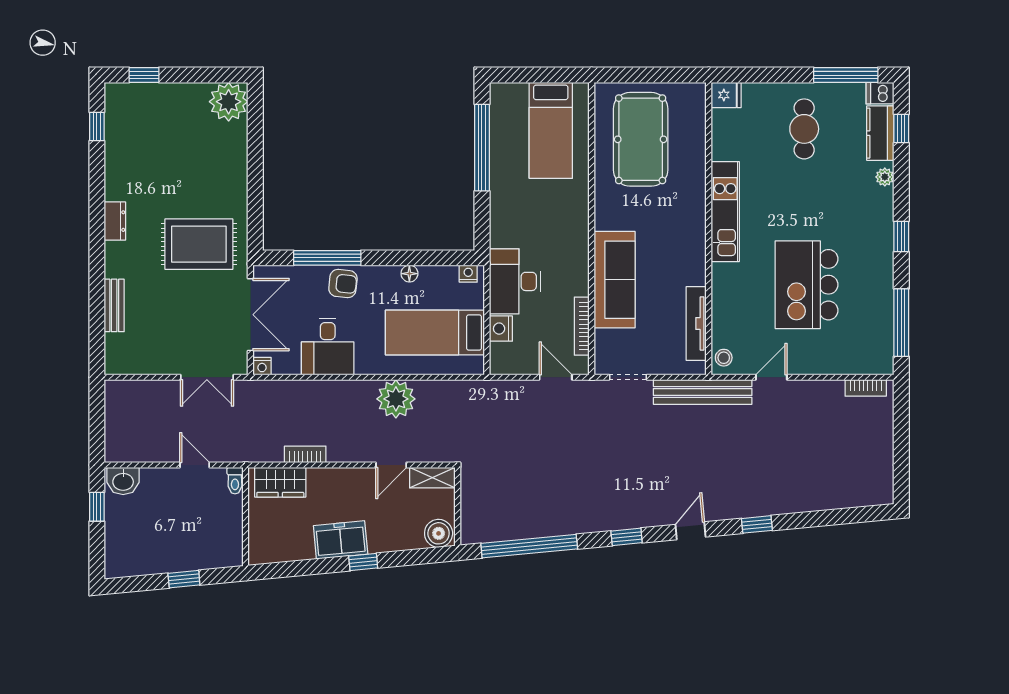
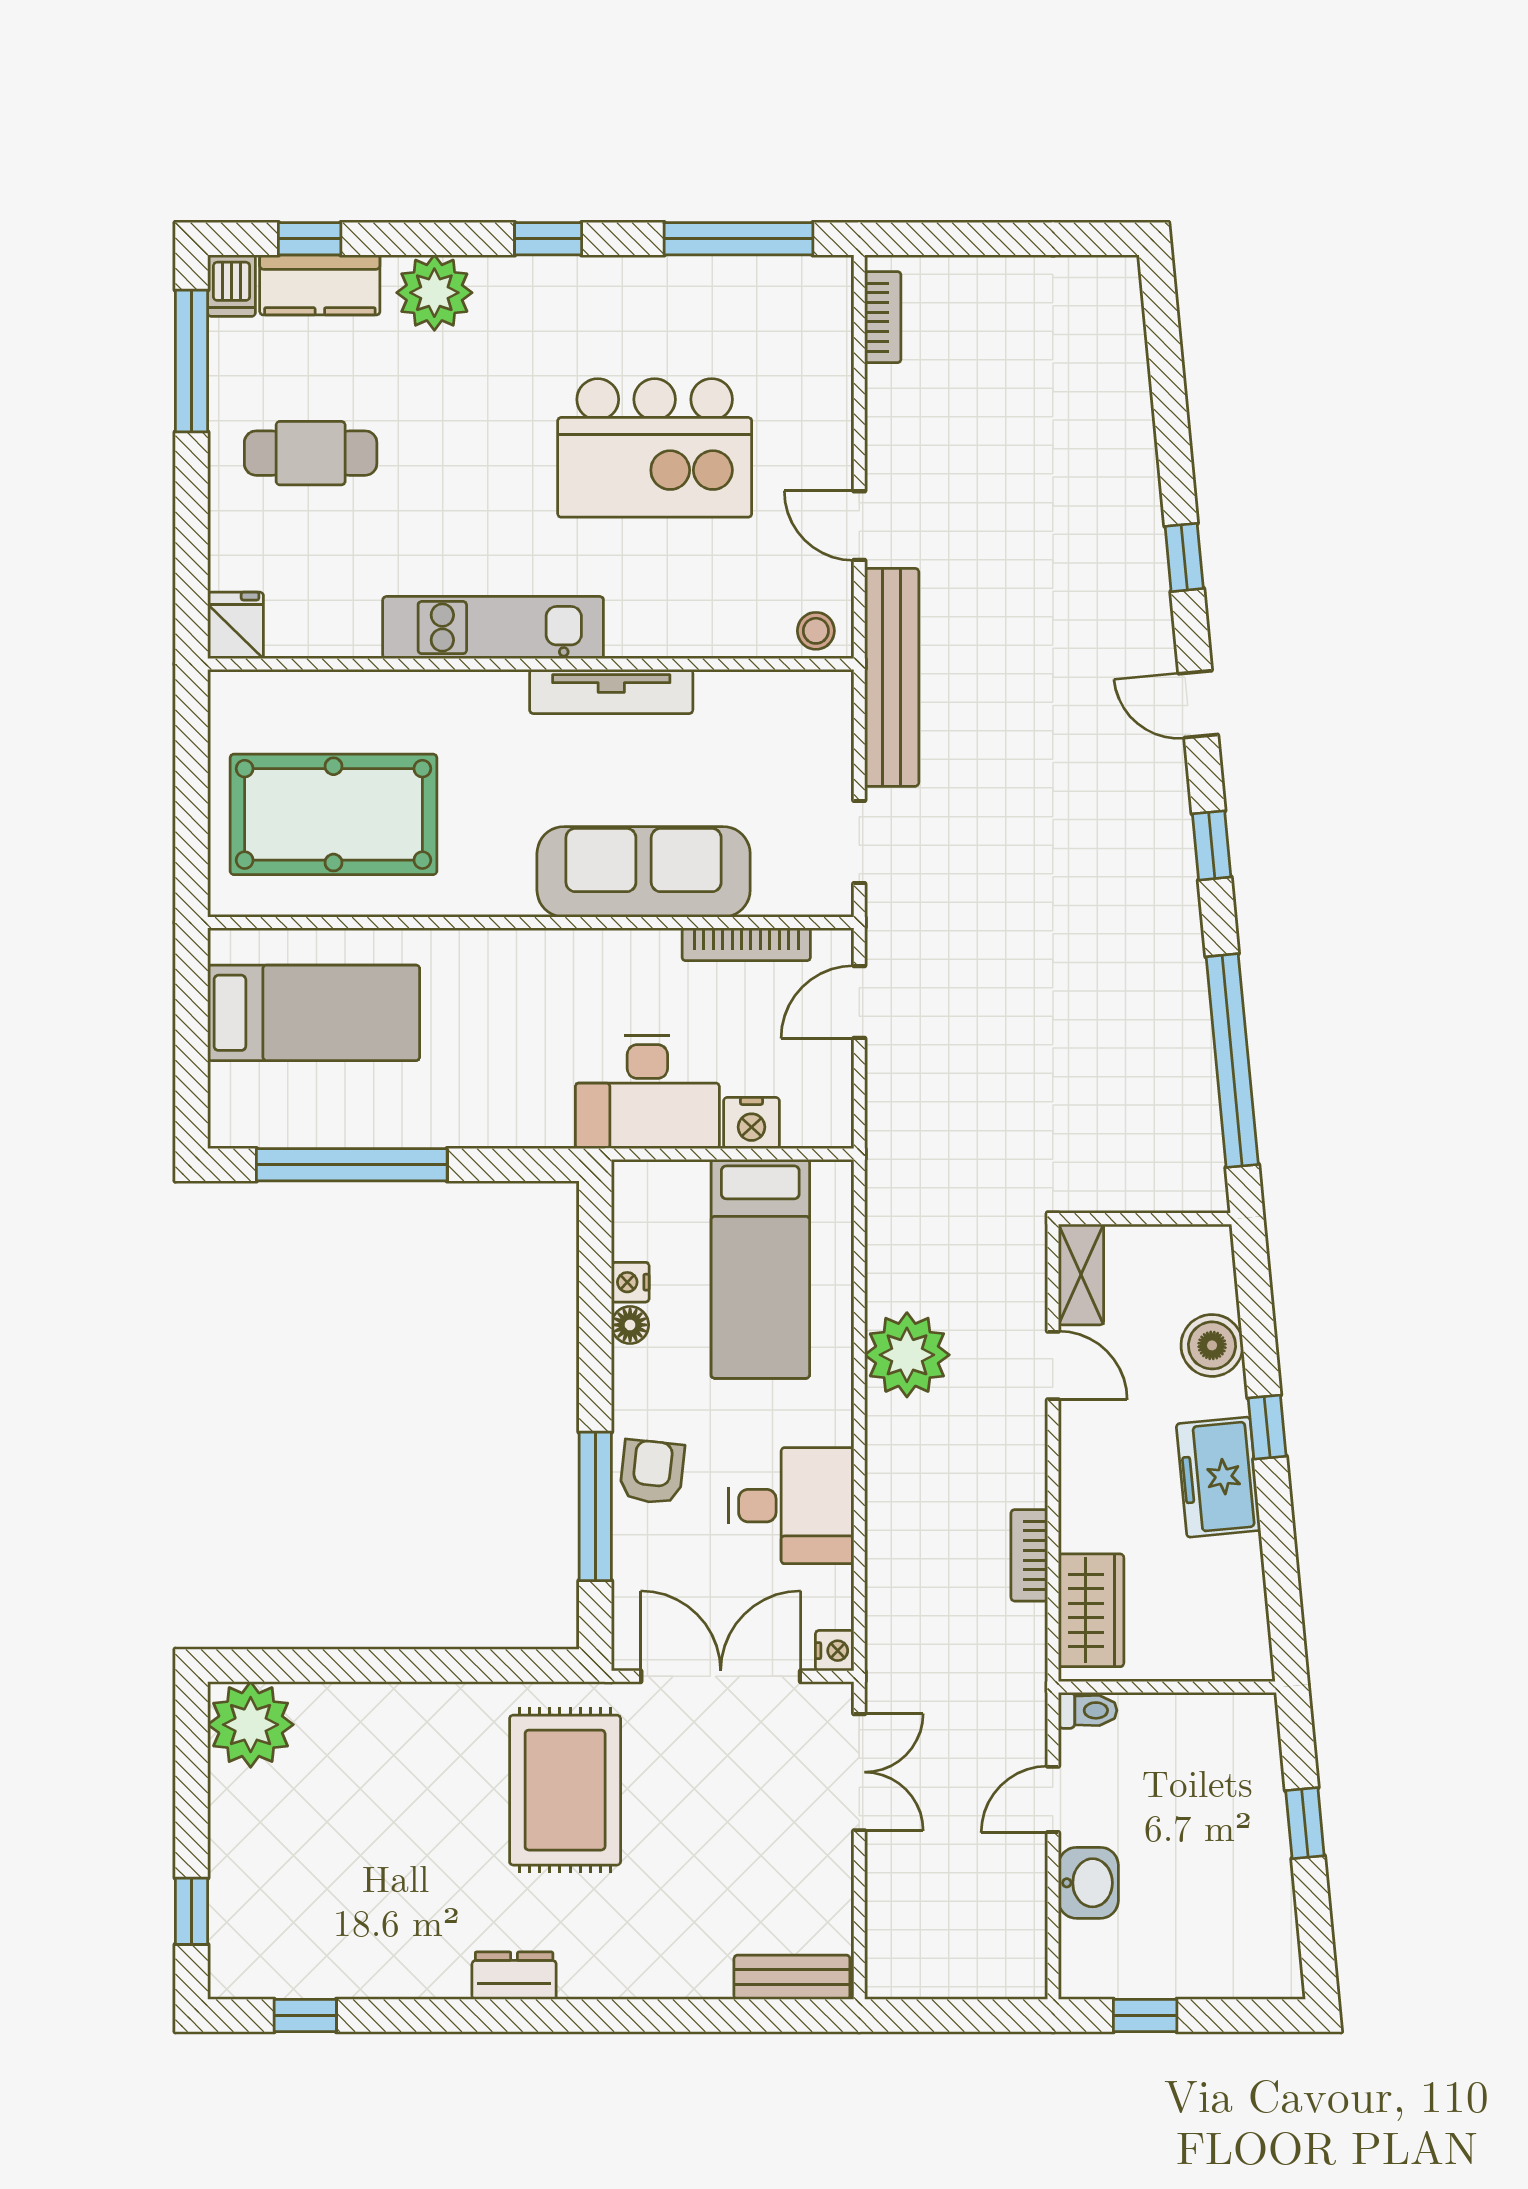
plant: (885, 177) -> (434, 293), width x1.88, depth x1.88
nightstand: (468, 274) -> (630, 1282), moved
bench: (114, 305) -> (792, 1977), moved
tv unit: (696, 324) -> (611, 692), moved
washbasin: (123, 481) -> (1088, 1883), moved
boiler: (439, 533) -> (1212, 1345), moved

